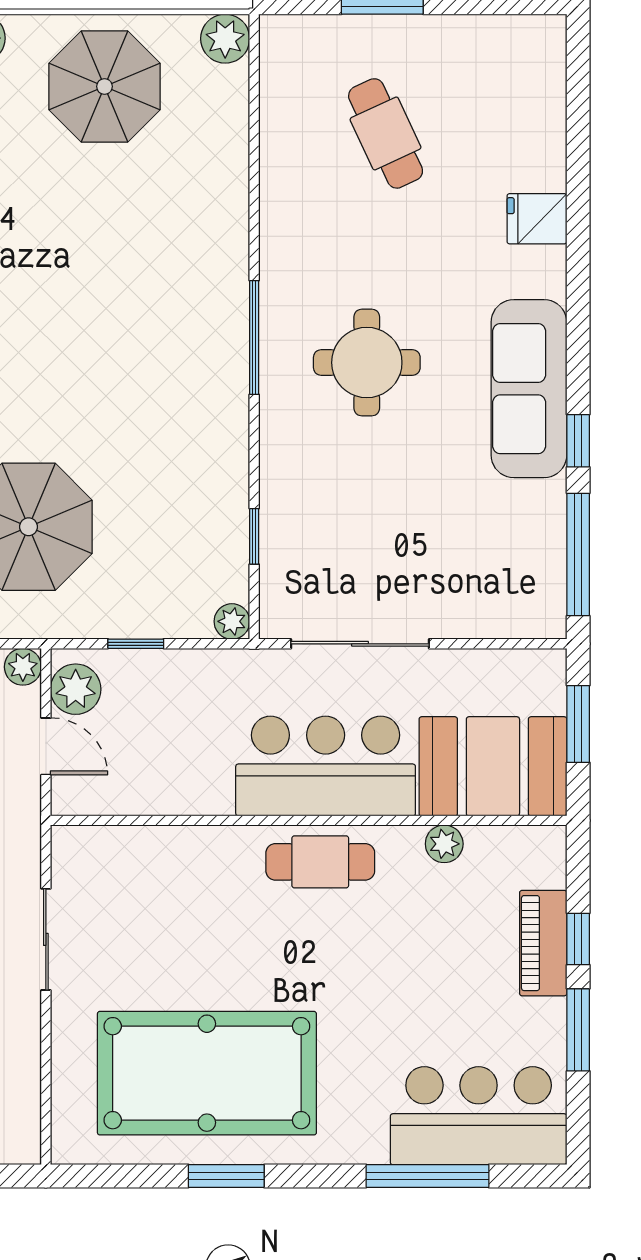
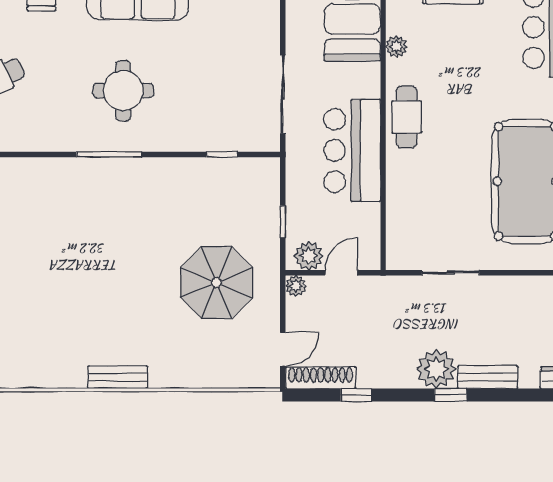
plant: (232, 621) -> (270, 167), removed
bar counter: (326, 766) -> (352, 150), moved

